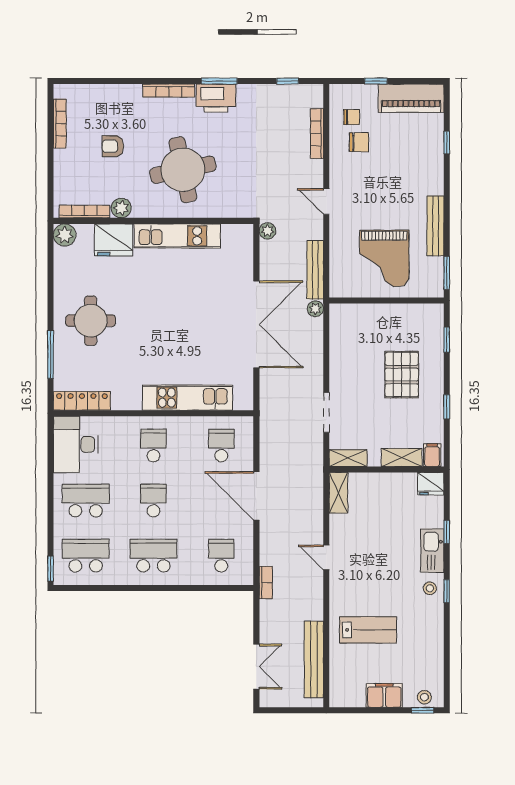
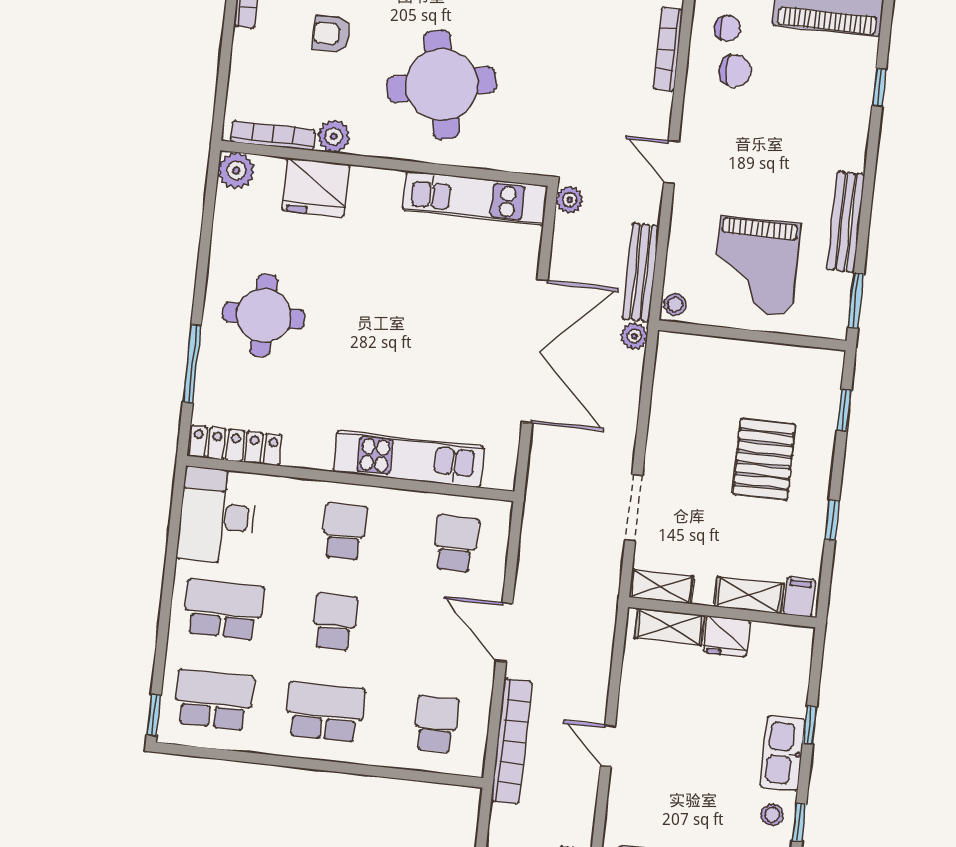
kitchen unit: (177, 236) -> (475, 198), moved
stool: (338, 287) -> (675, 304), added
fridge: (431, 484) -> (727, 636), moved
shelving: (338, 493) -> (670, 627), moved, turned 90
door: (256, 496) -> (504, 632), width x0.73
bookcase: (266, 582) -> (511, 741), width x2.31, depth x1.31

